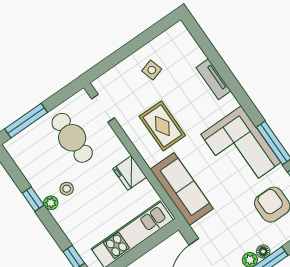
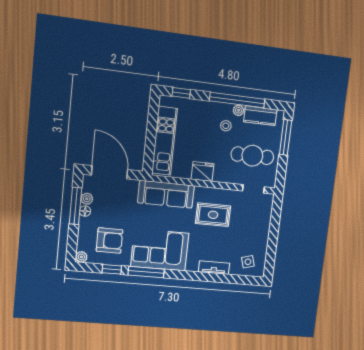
side table: (152, 70) -> (248, 262), moved
kitchen counter: (28, 164) -> (260, 116), added
window: (33, 199) -> (237, 100), width x3.17
plant: (51, 203) -> (238, 110), moved

